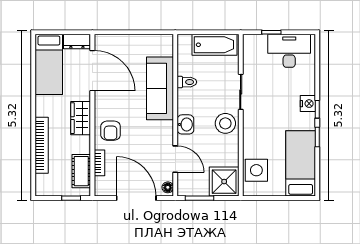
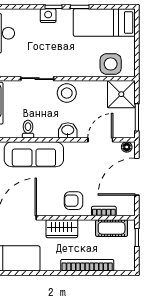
armchair: (111, 131) -> (74, 201), turned 180

